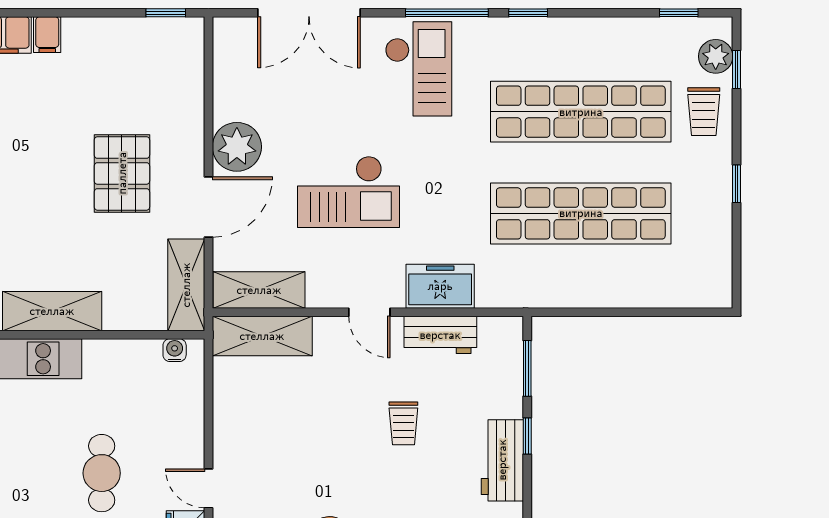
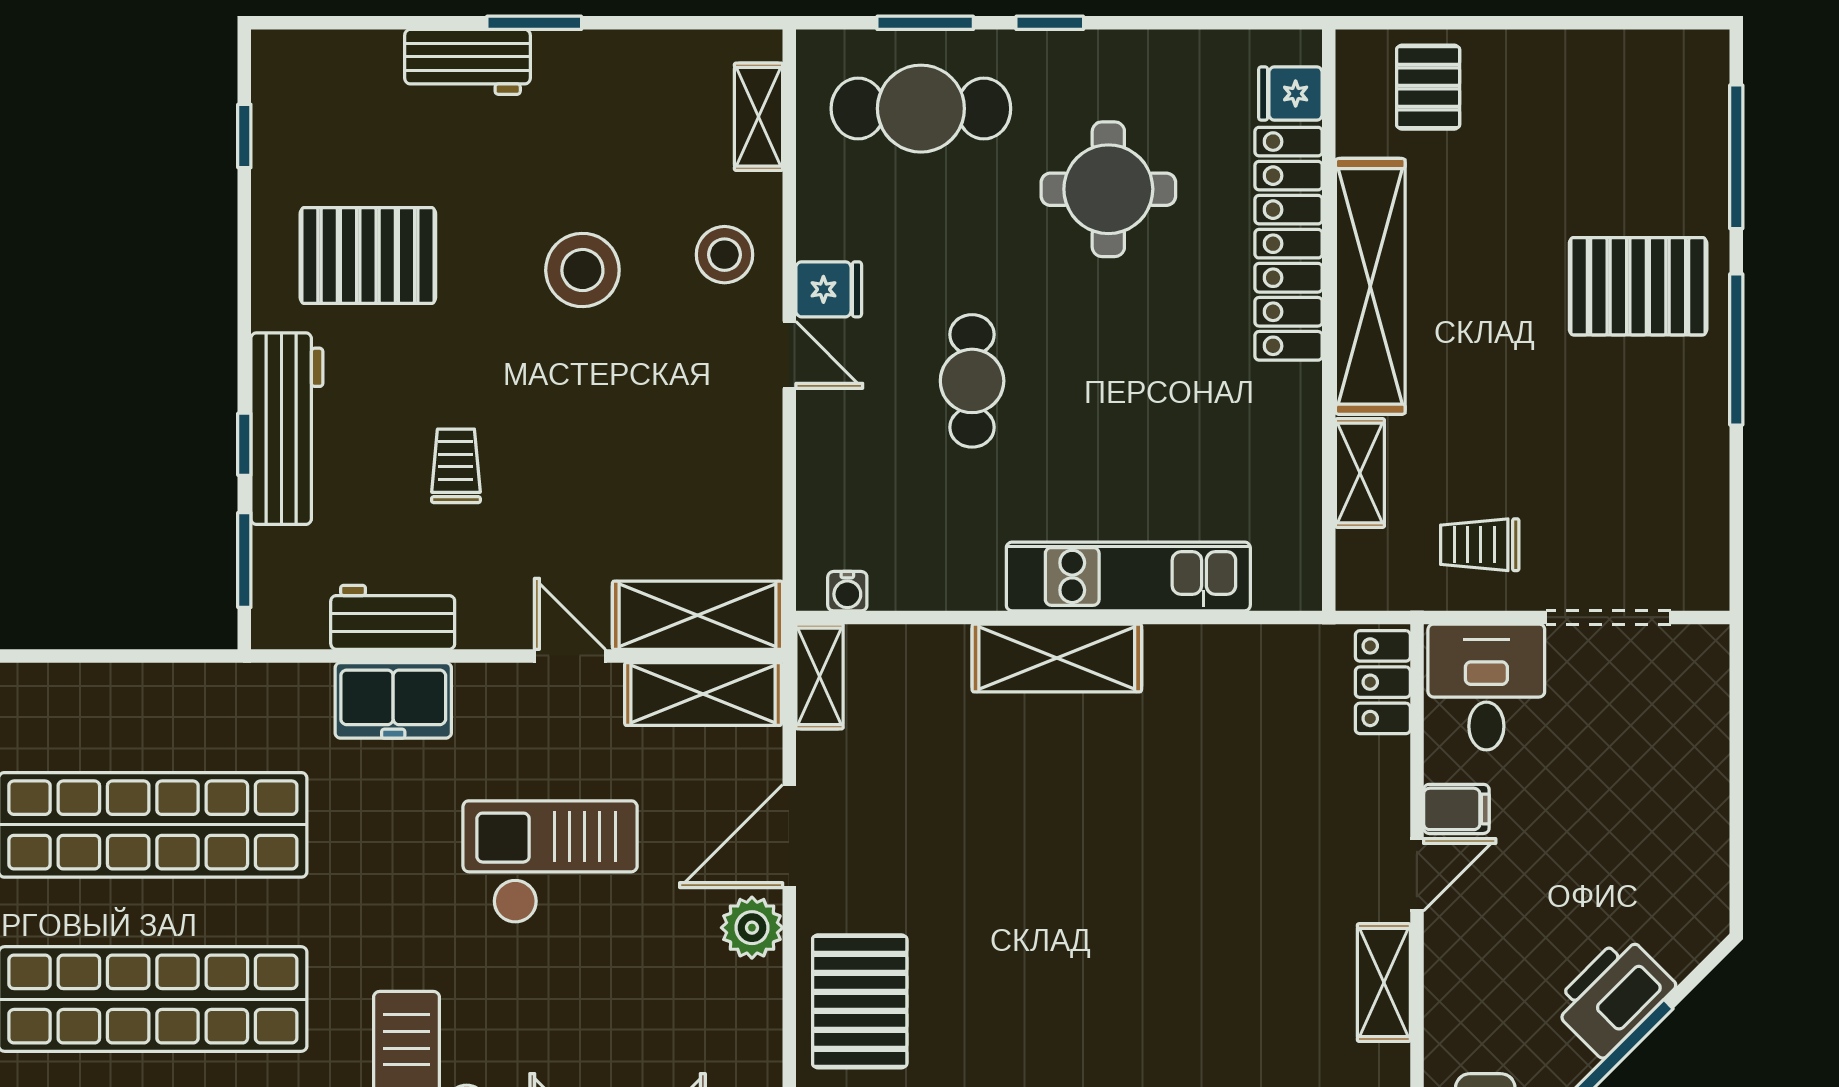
plant: (237, 147) -> (752, 928), width x0.73, depth x0.73
pallet: (122, 173) -> (860, 1001), moved
shelving: (186, 285) -> (820, 676), width x0.67, depth x0.75
door: (369, 312) -> (570, 656), moved
workbench: (502, 460) -> (287, 429), width x1.38

